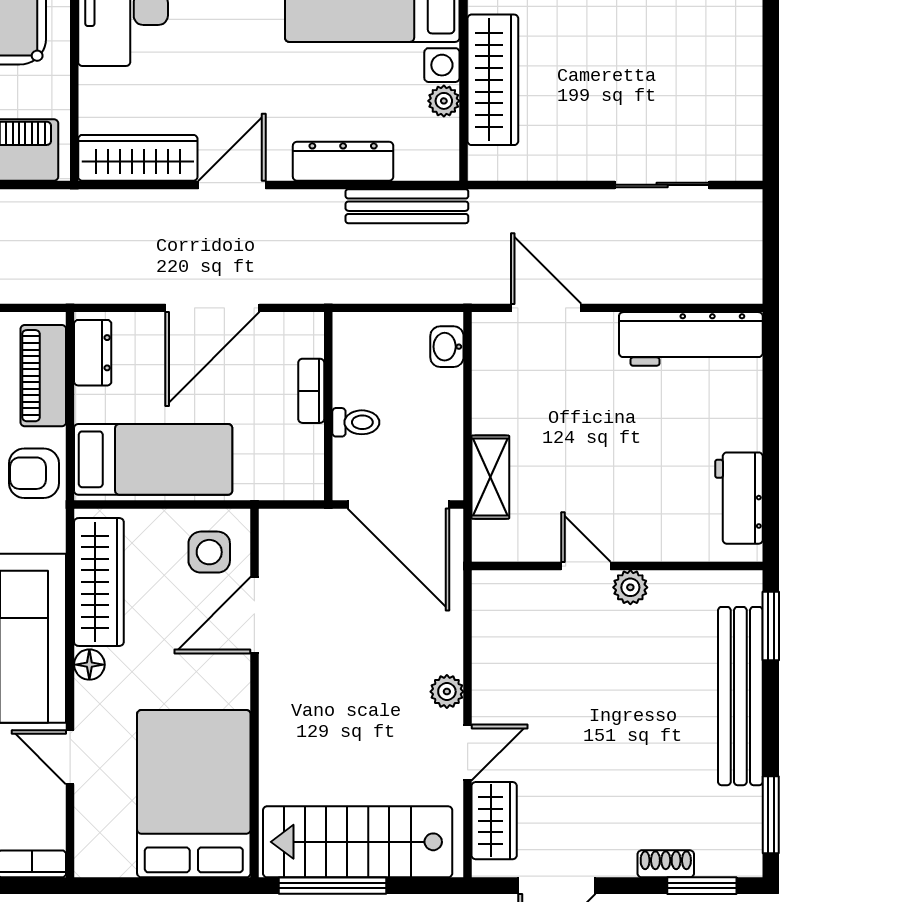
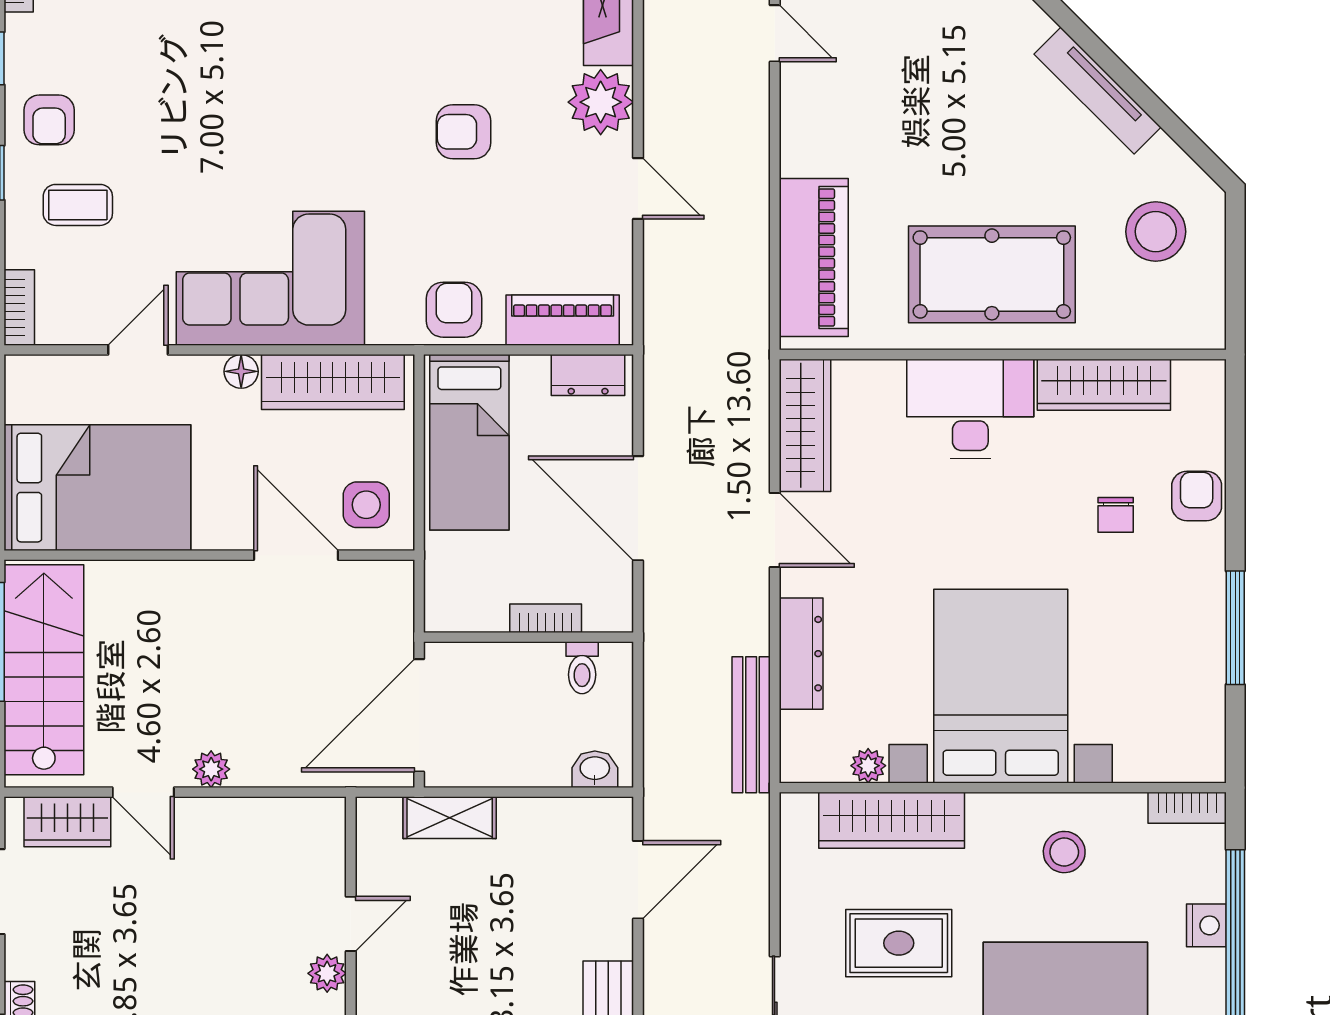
rug: (603, 73) -> (899, 943), added
toilet: (356, 422) -> (582, 668), moved

